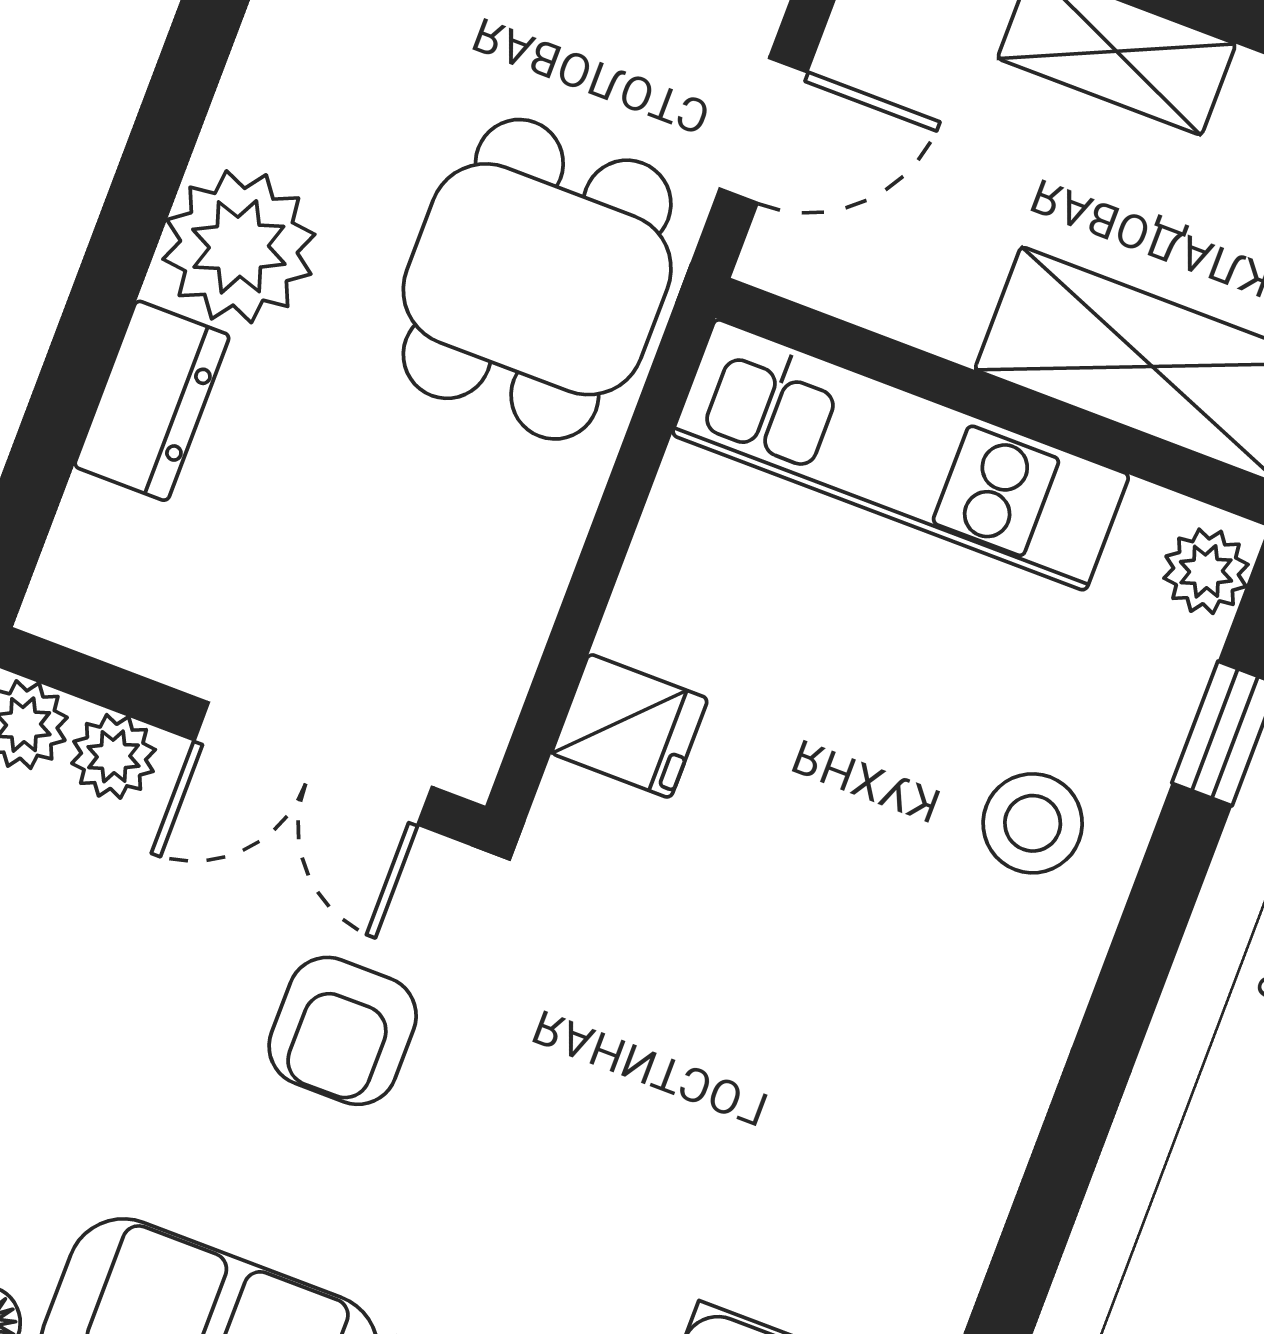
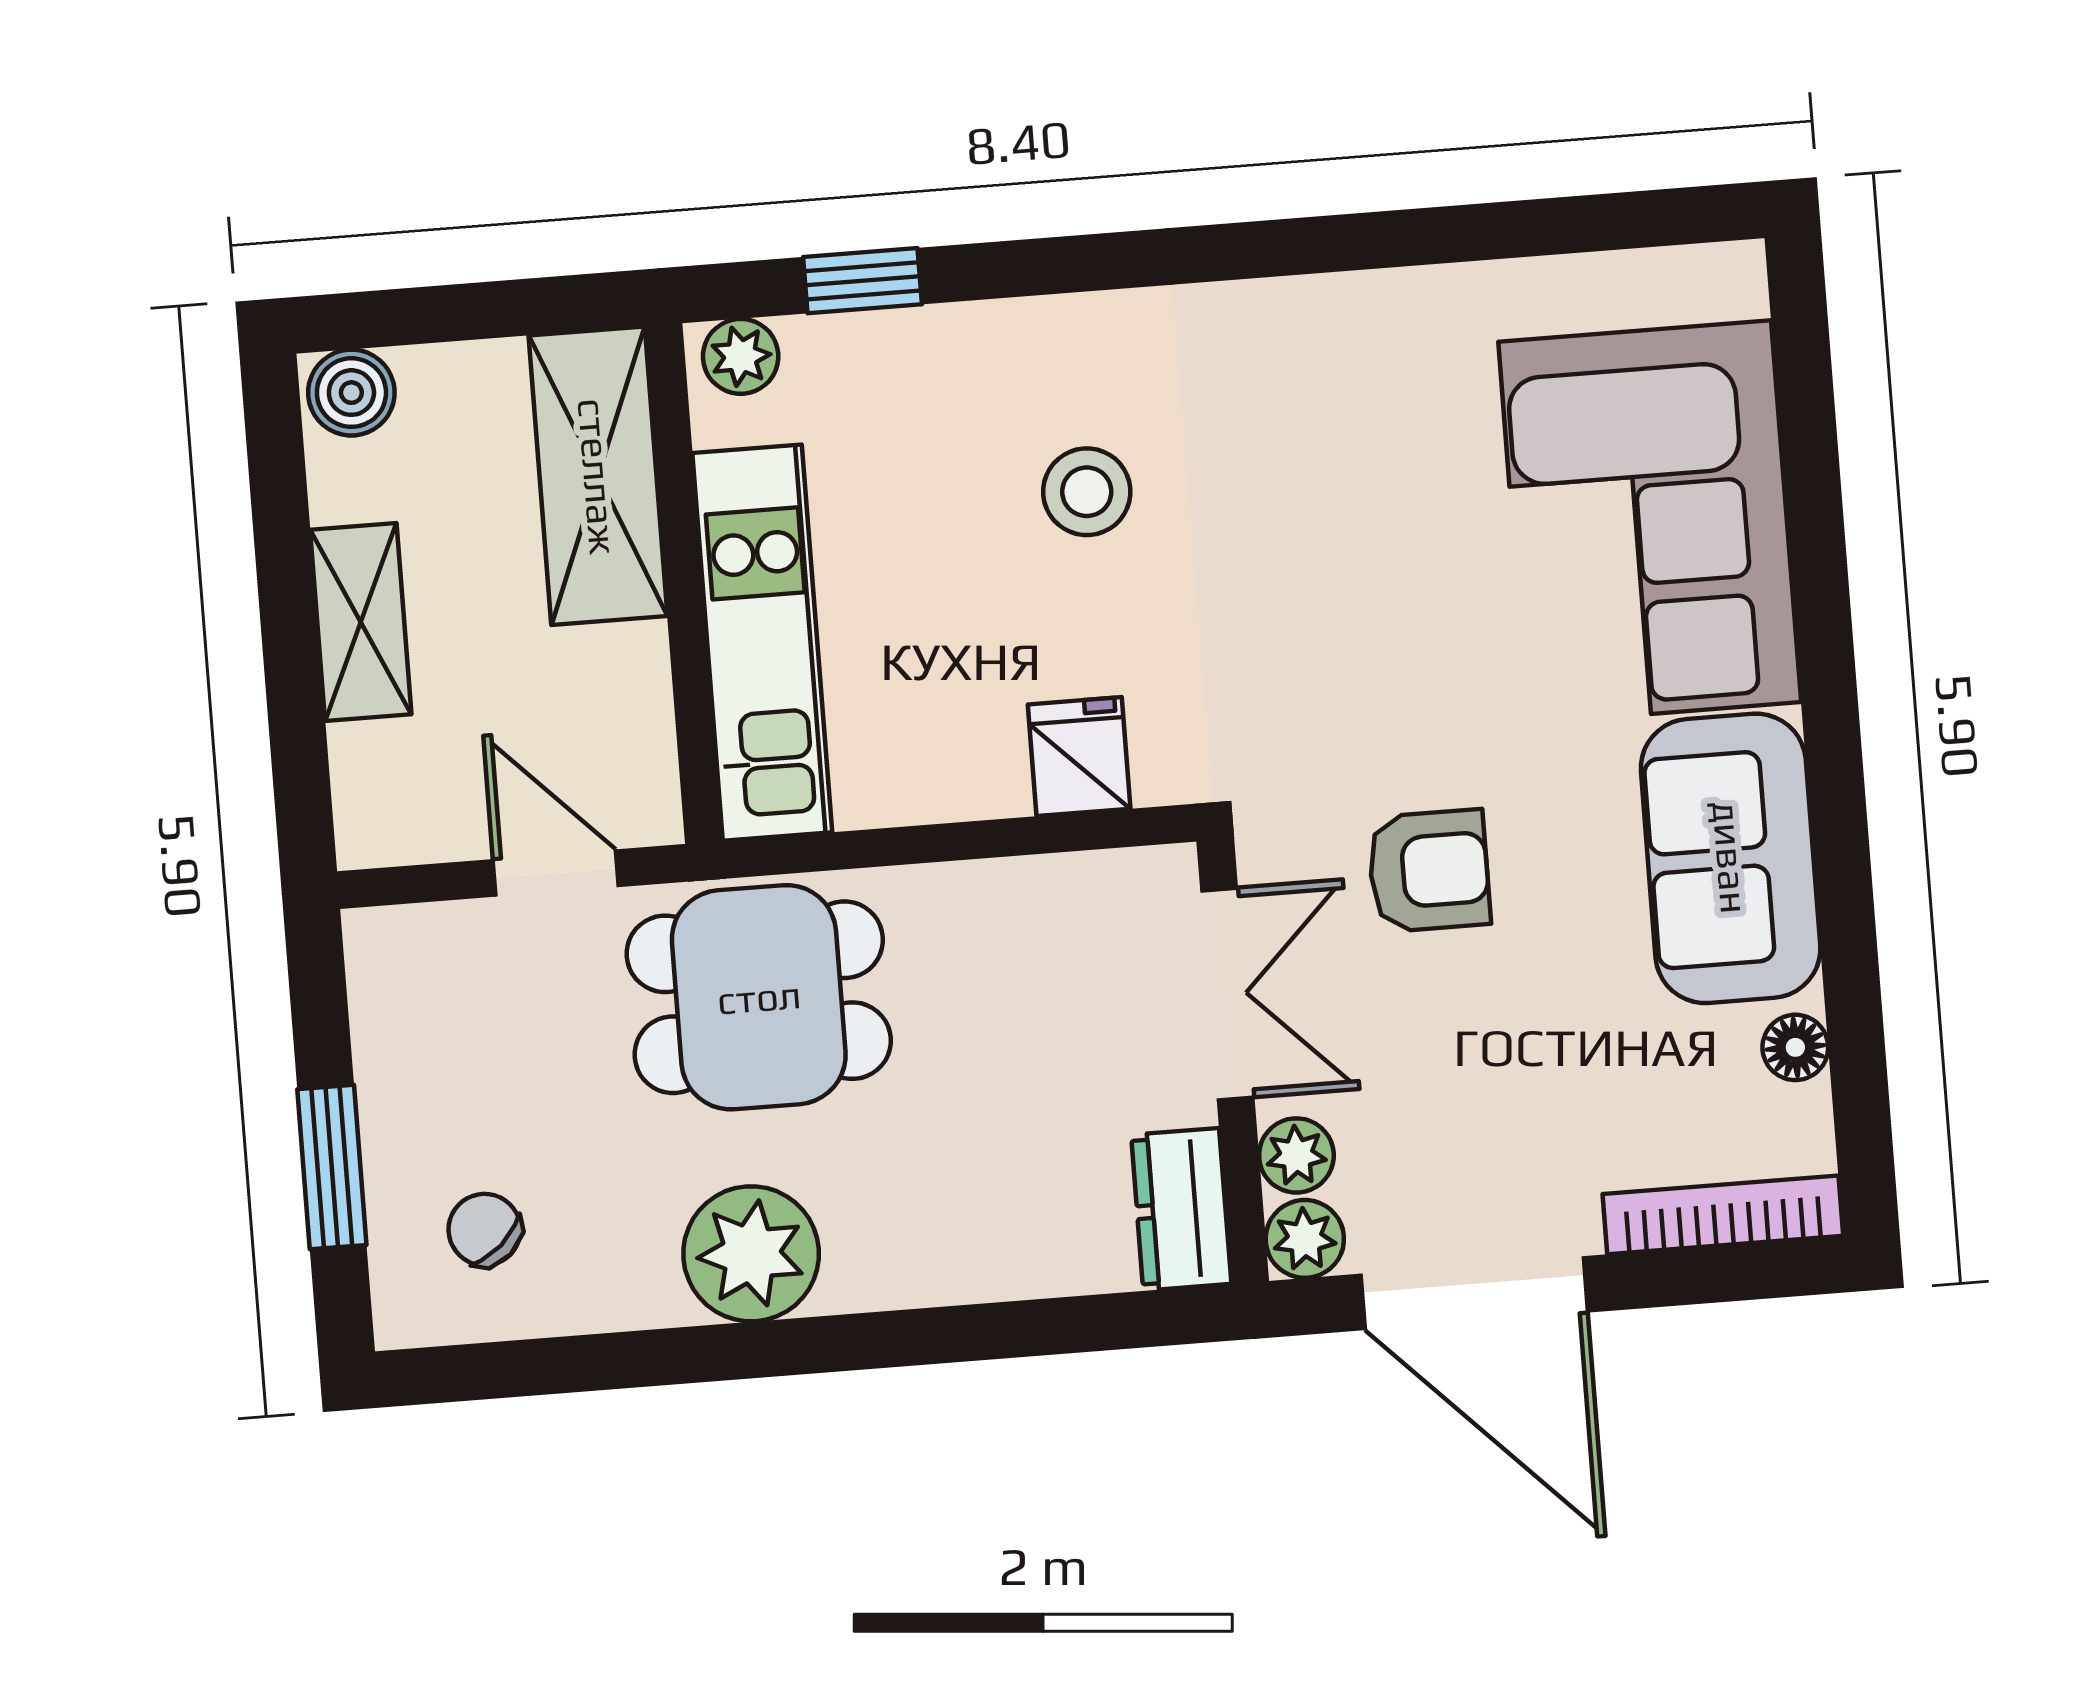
plant: (239, 247) -> (751, 1254), moved
dresser: (152, 401) -> (1181, 1209), moved, turned -90
stool: (1033, 823) -> (1087, 492), moved

